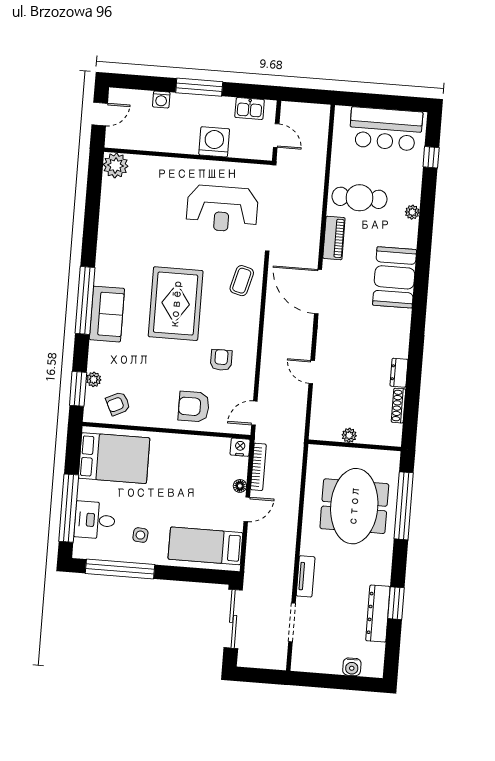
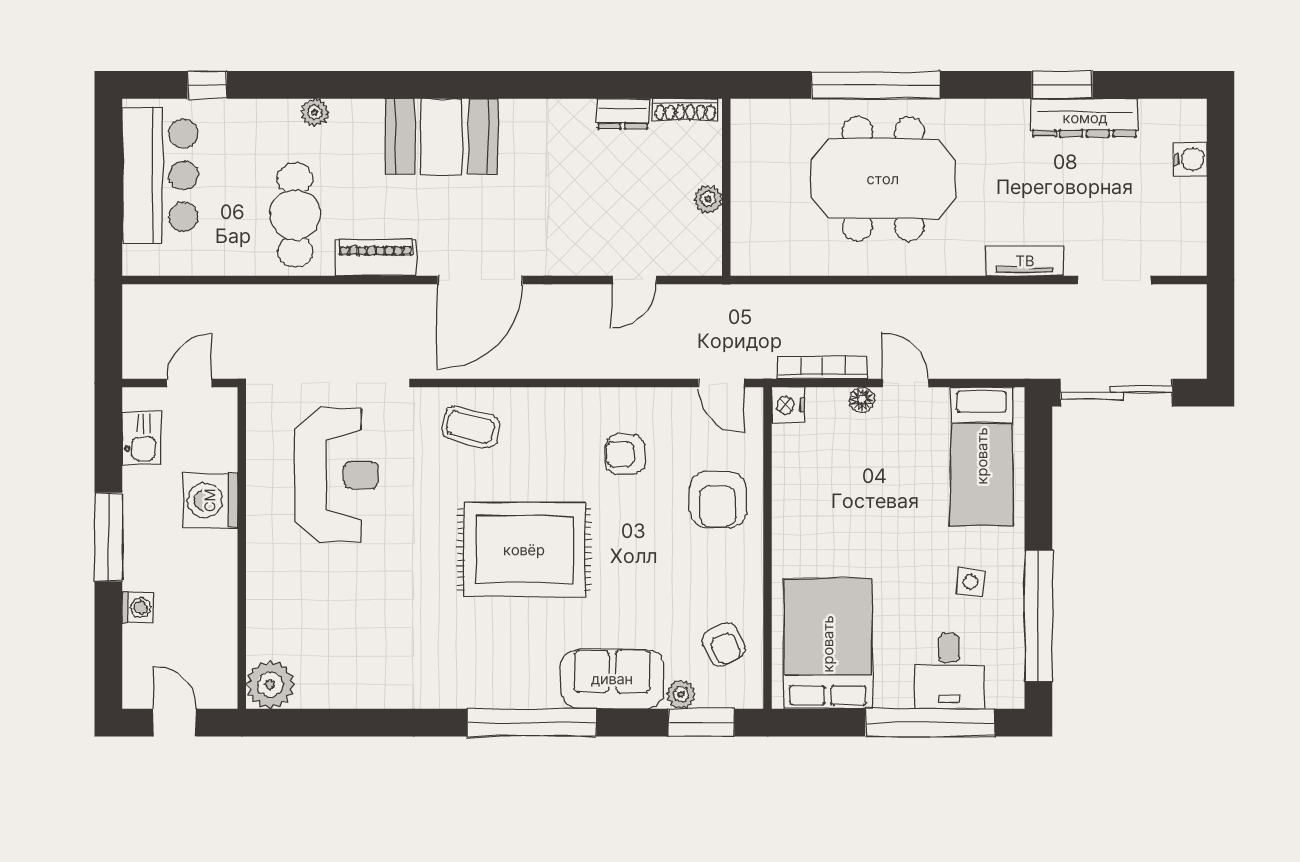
sofa: (107, 314) -> (612, 679), moved
plant: (349, 435) -> (708, 199), moved
wall: (355, 445) -> (726, 187), moved

